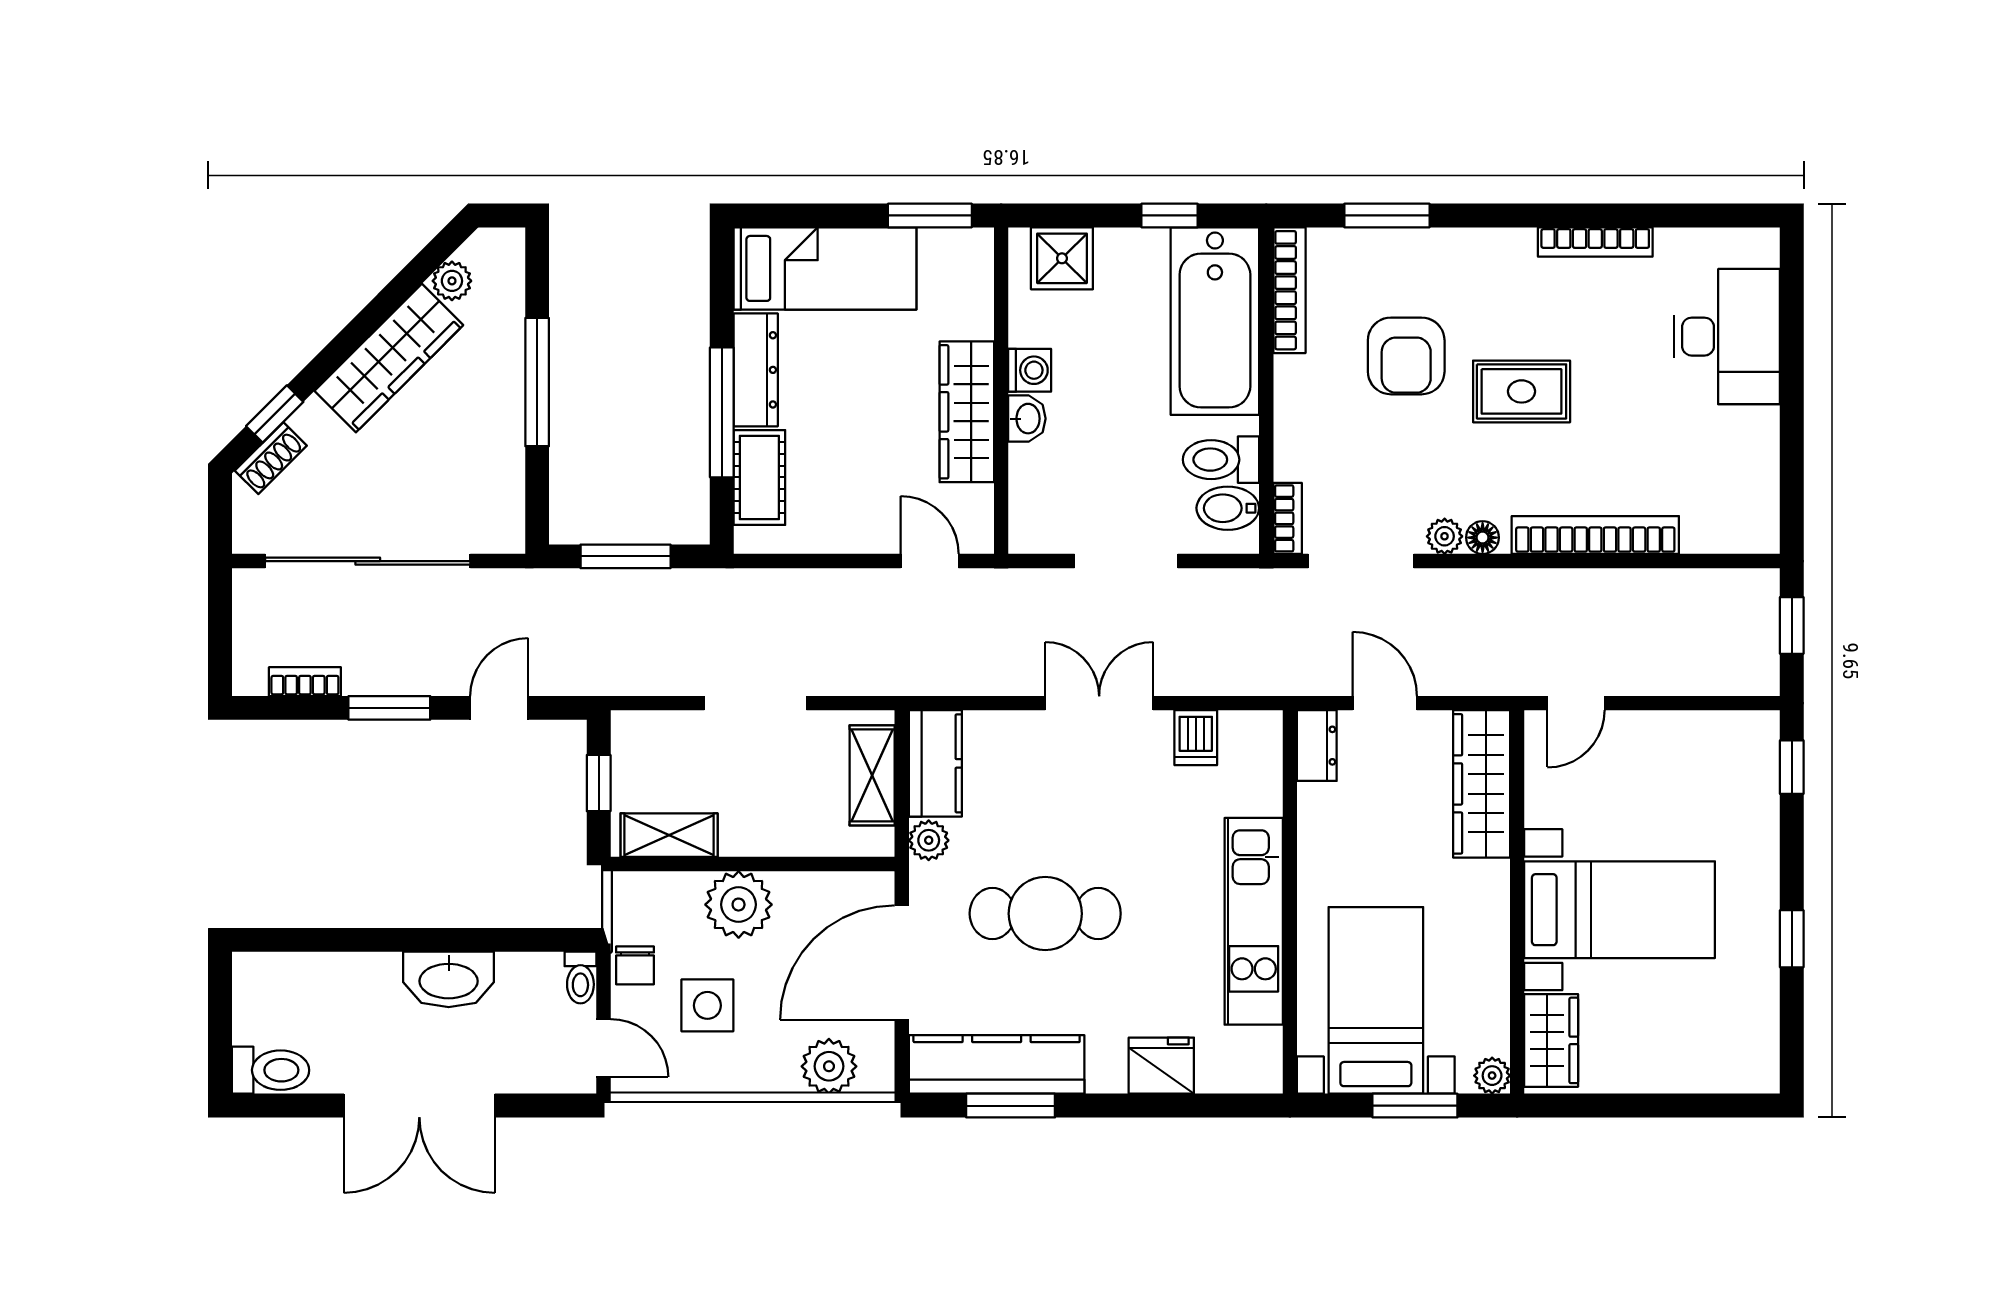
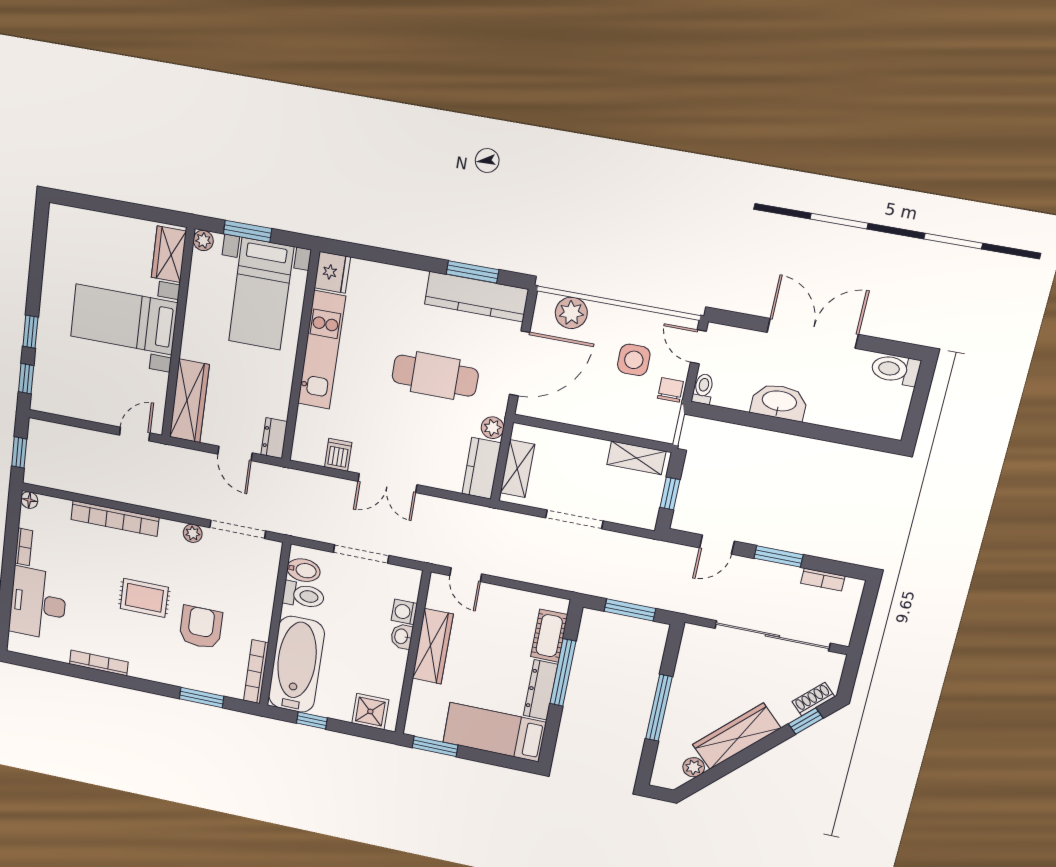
washing machine: (1030, 370) -> (404, 612), moved
bookcase: (1288, 518) -> (24, 547), moved, turned 180
floor lamp: (1483, 538) -> (29, 500), moved
plant: (739, 905) -> (605, 413), removed
window: (1792, 939) -> (30, 332), moved
fridge: (1161, 1066) -> (332, 272), moved, turned -90

